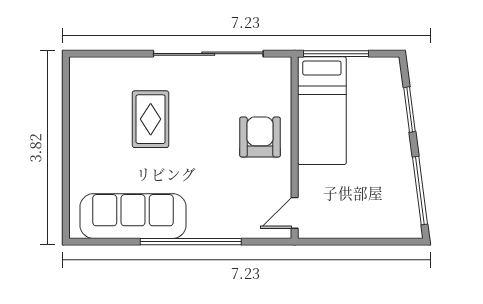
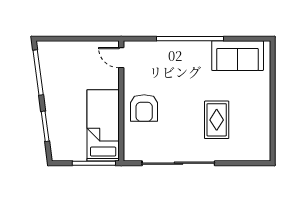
door: (295, 213) -> (121, 58), swing flipped
sofa: (133, 216) -> (238, 56), width x0.73

